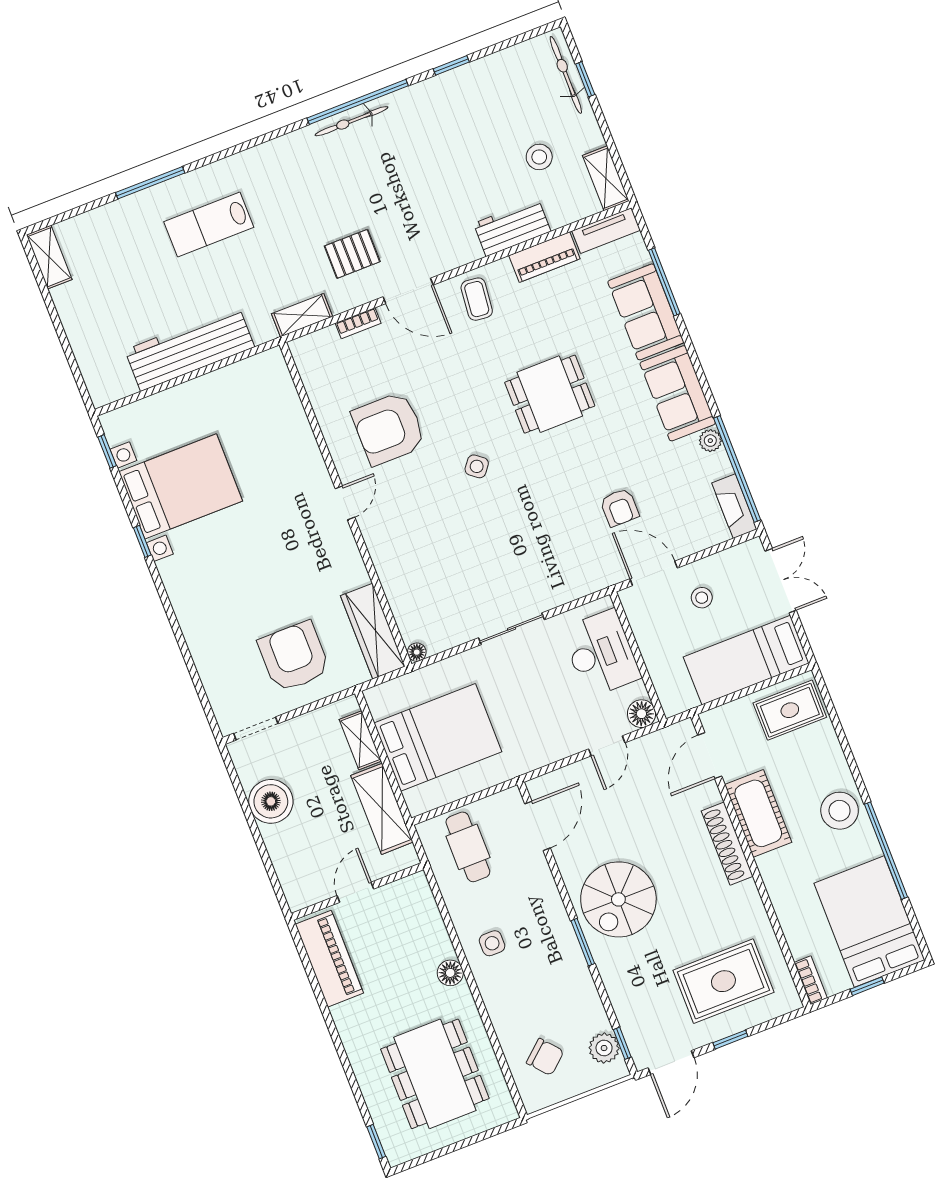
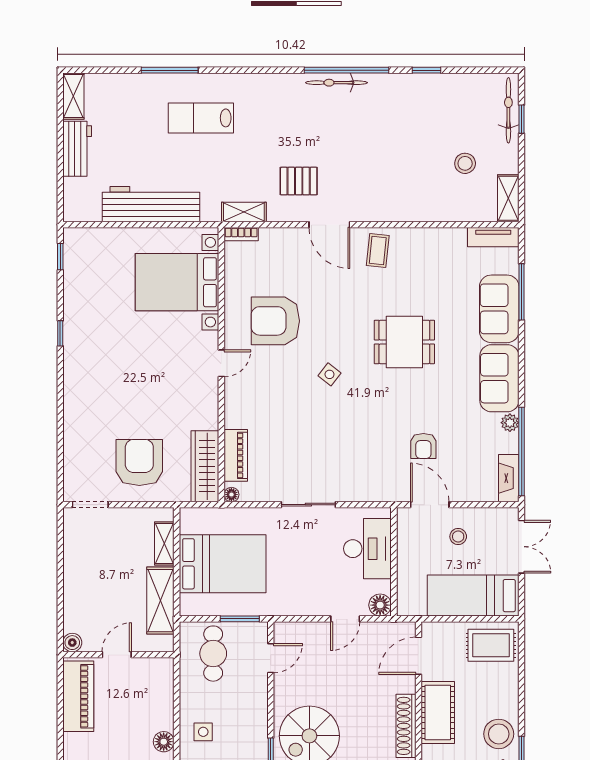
workbench: (512, 227) -> (77, 149), moved, turned 90
piano: (544, 257) -> (236, 455), moved, turned -90
bookcase: (358, 323) -> (241, 234), moved
bed with nightstands: (181, 486) -> (177, 282), moved, turned 180
window: (483, 794) -> (240, 619), added
boiler: (271, 801) -> (72, 643), moved, width x0.54, depth x0.54
door: (537, 826) -> (271, 658), width x0.73

